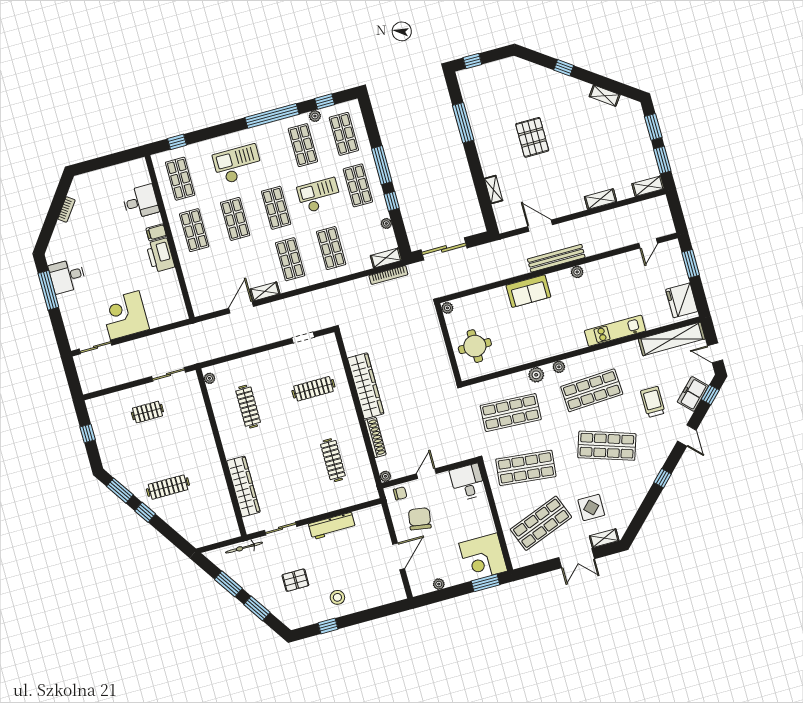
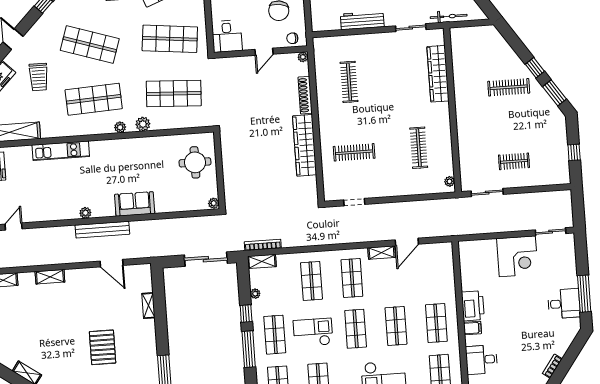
checkout: (319, 195) -> (313, 332), turned 180

